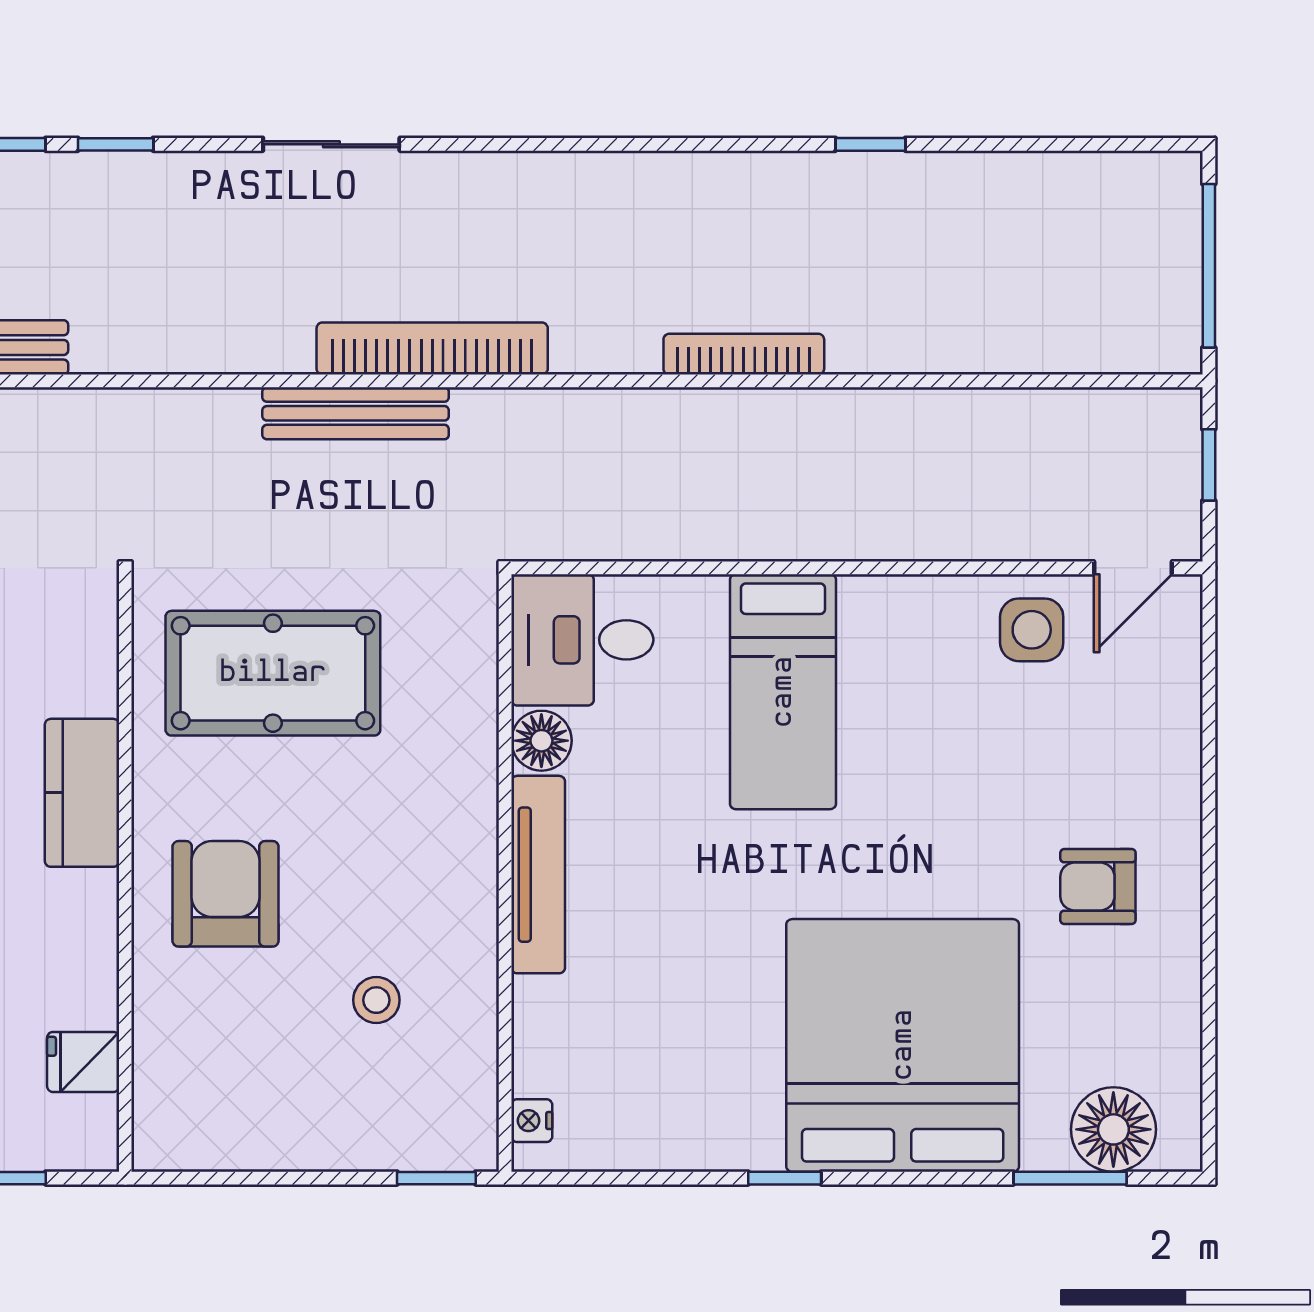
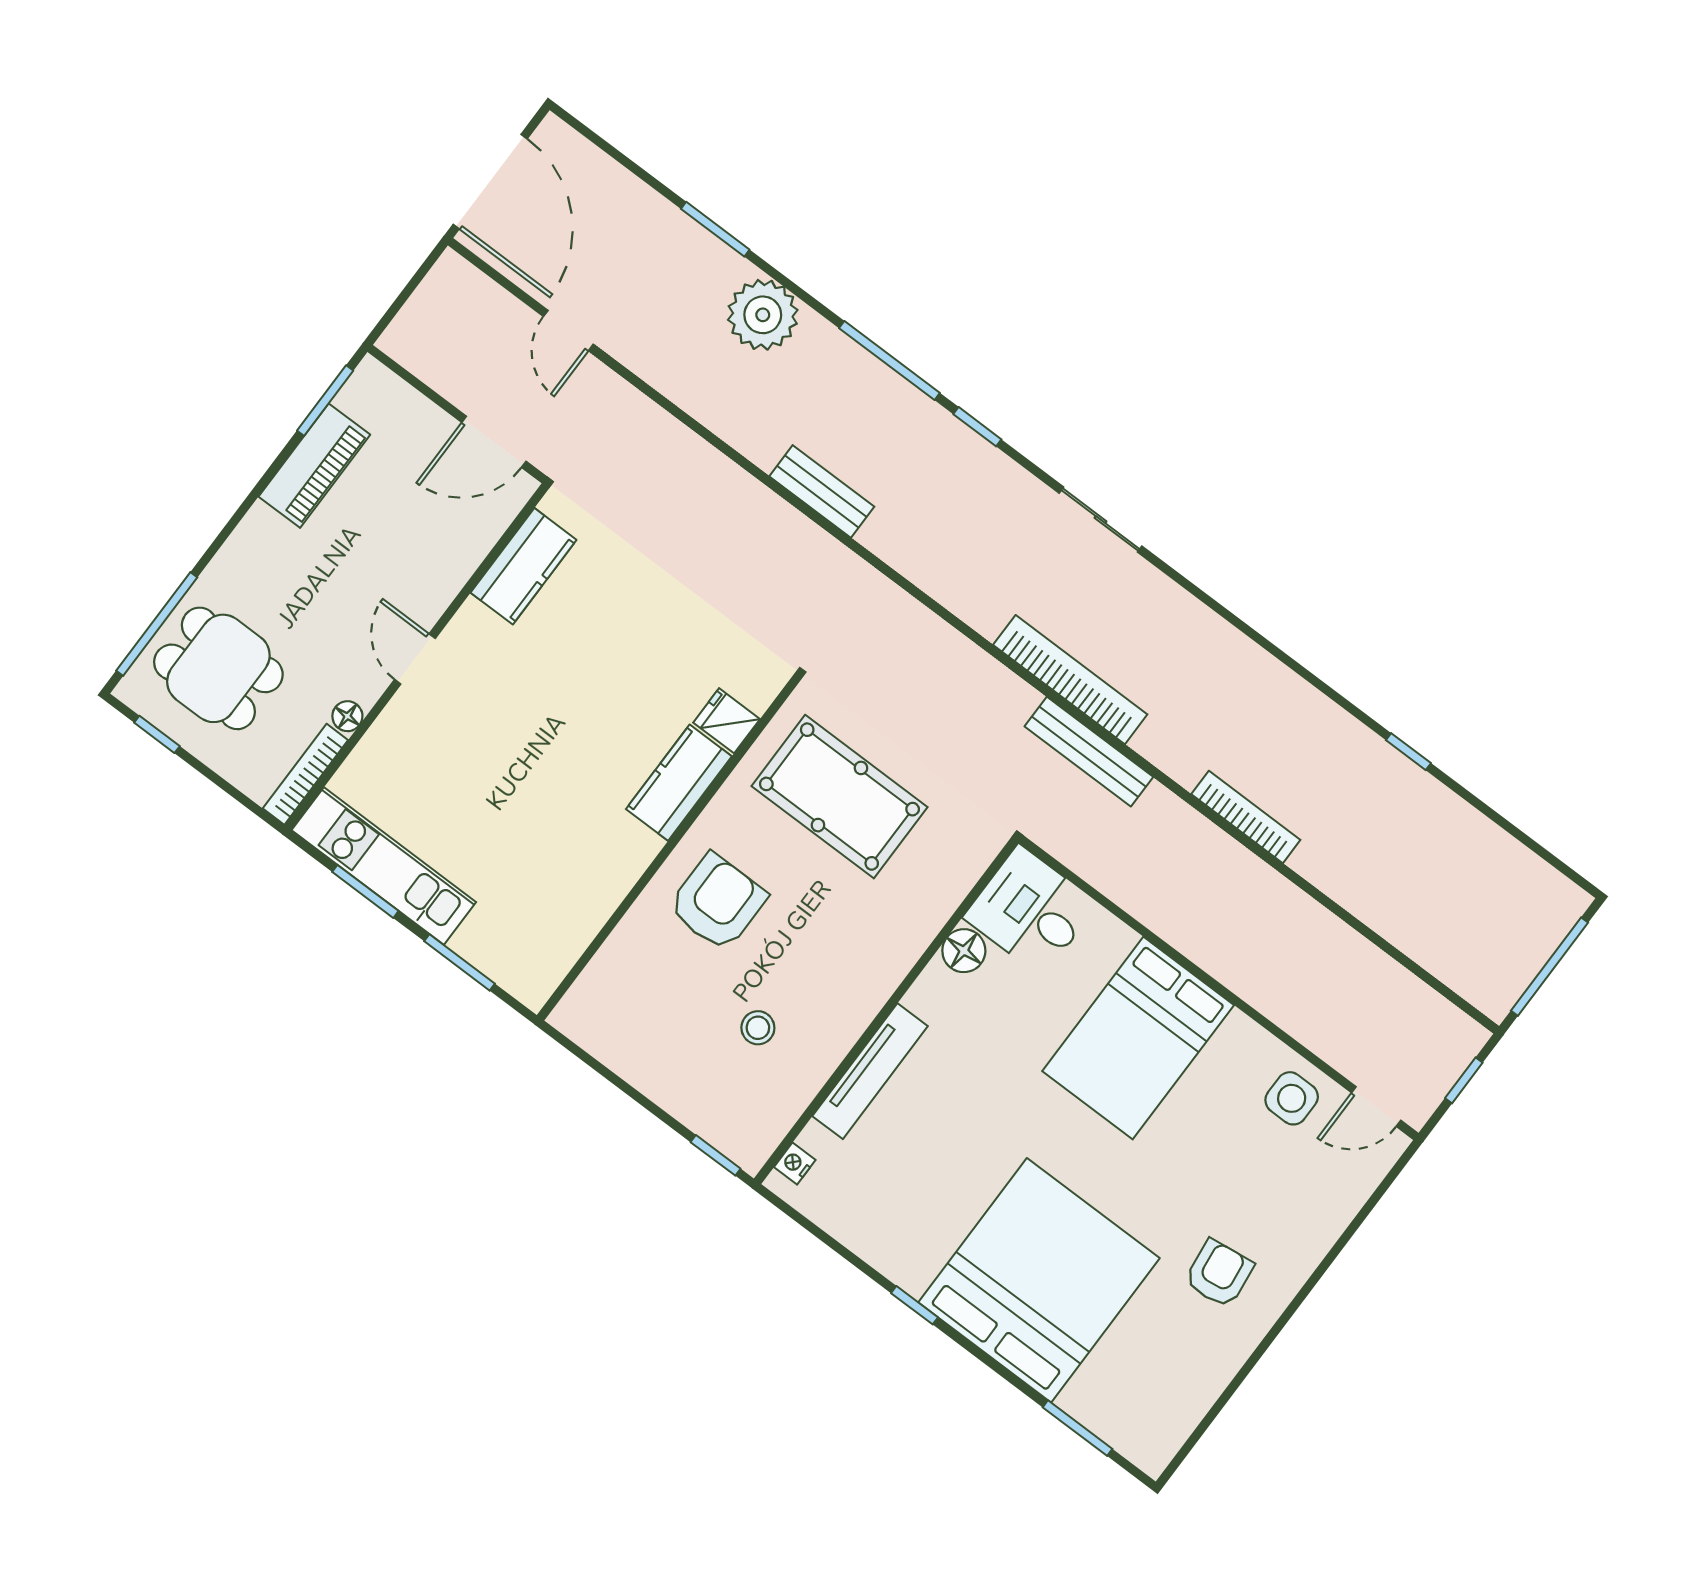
bench: (356, 413) -> (1089, 752), moved
bed: (783, 692) -> (1138, 1038), width x1.50
tv unit: (538, 875) -> (870, 1071), moved
armchair: (1098, 887) -> (1219, 1274), turned 83
fridge: (83, 1062) -> (727, 721), moved
floor lamp: (1113, 1129) -> (1123, 1419), removed

